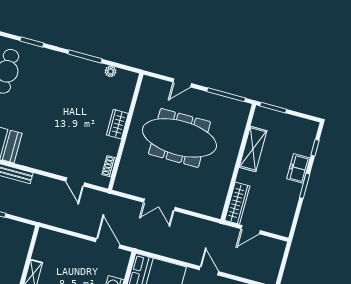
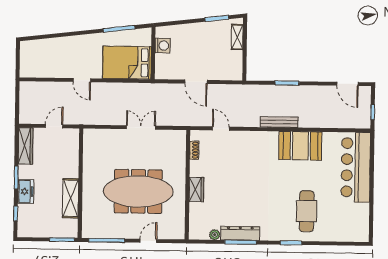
dresser: (83, 66) -> (240, 233), added
wardrobe: (237, 203) -> (26, 146), moved, turned 180
door: (108, 243) -> (196, 82), moved

